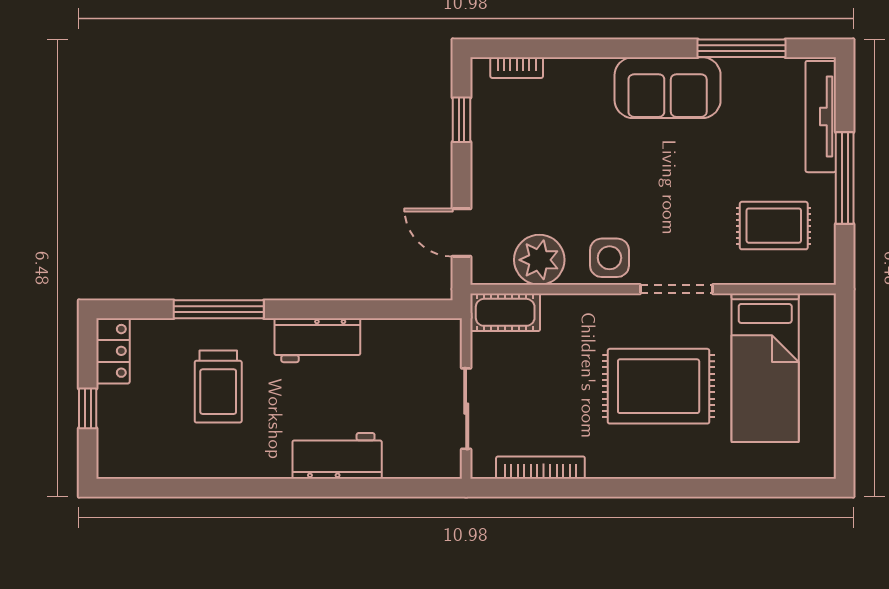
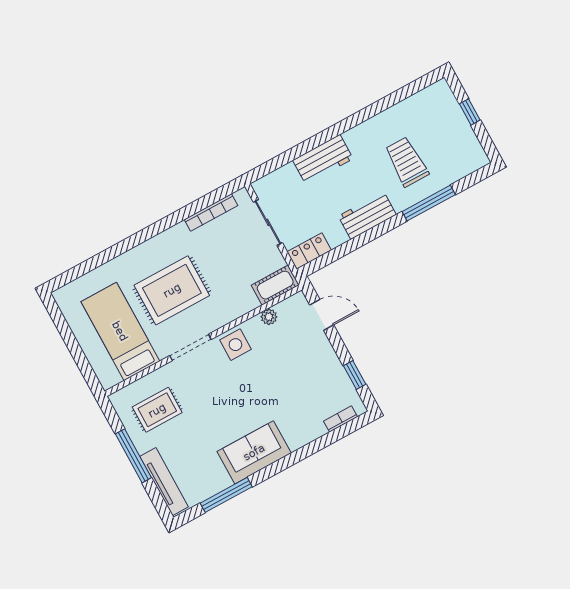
plant: (539, 260) -> (269, 317), width x0.53, depth x0.53
locker: (113, 351) -> (309, 251), moved, turned 90

